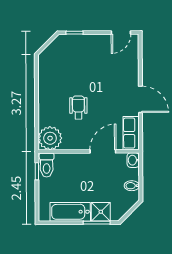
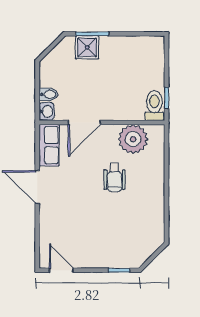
door: (121, 33) -> (61, 270), hinge flipped
plant: (50, 138) -> (133, 139), moved
bidet: (132, 186) -> (48, 94), moved
bathtub: (70, 212) -> (125, 47), removed

